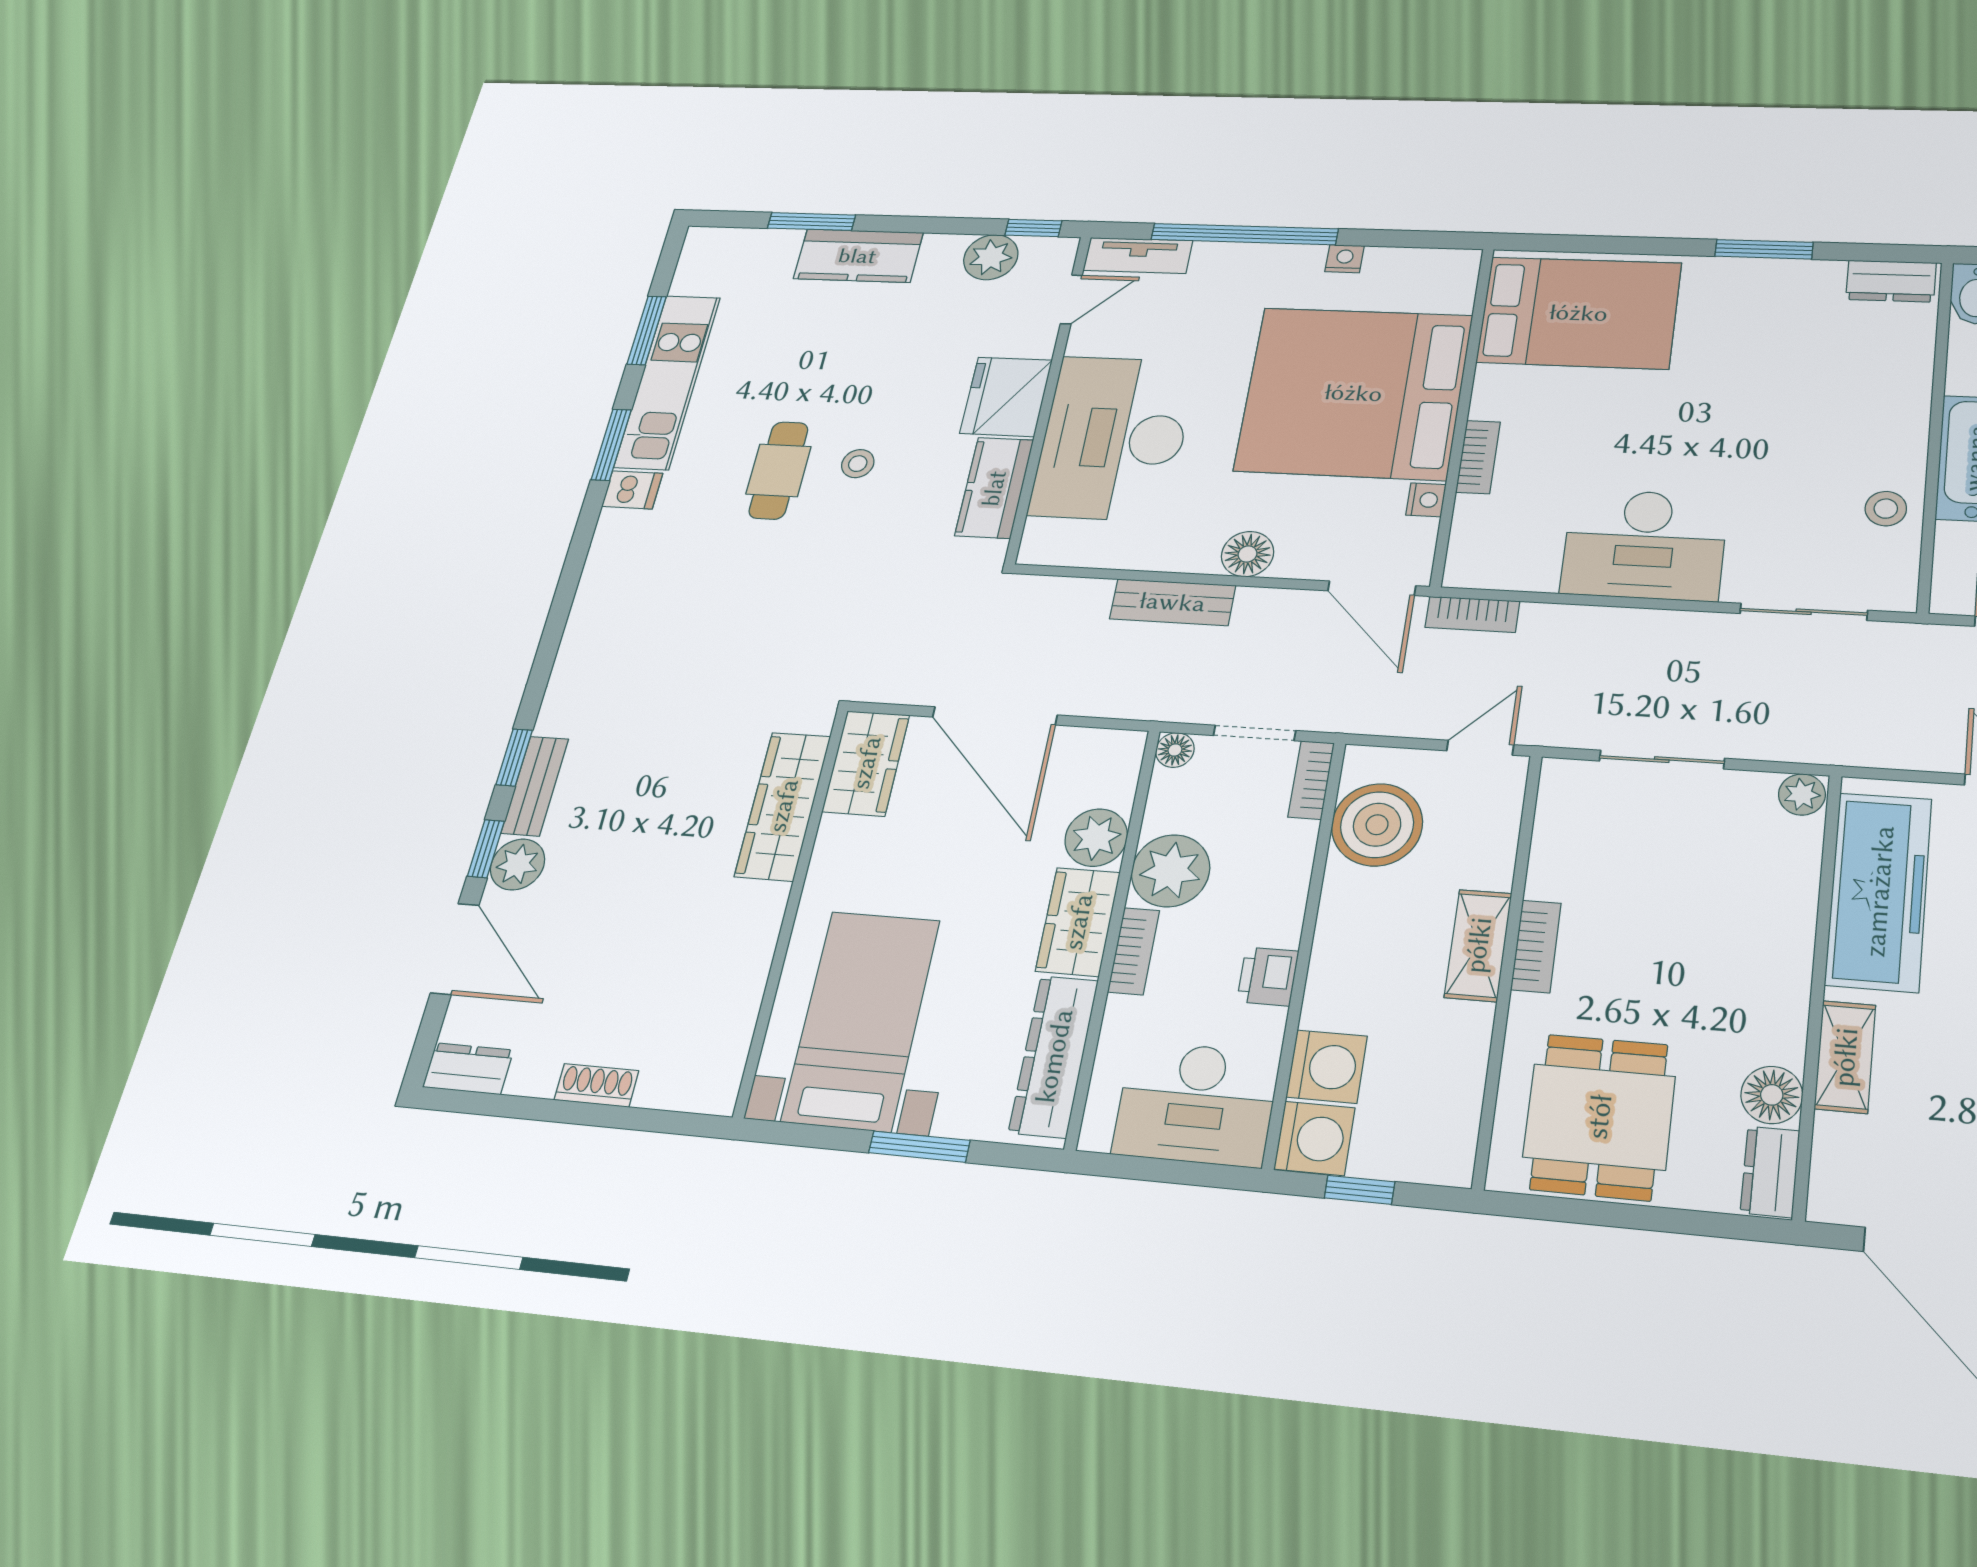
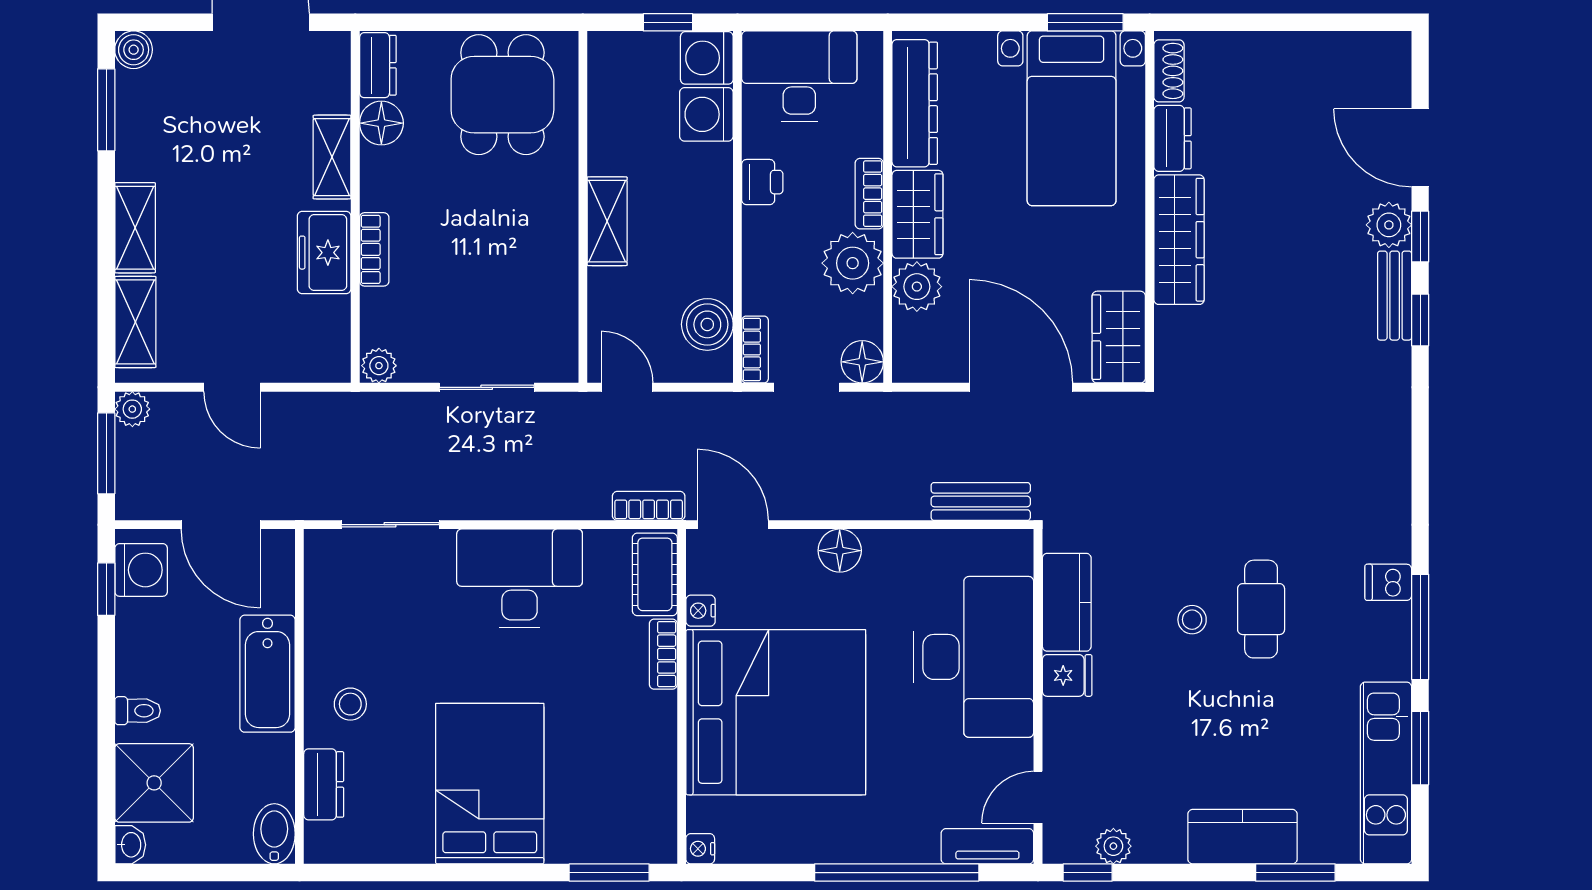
window: (1764, 249) -> (609, 873), moved
plant: (991, 257) -> (1113, 846), width x0.73, depth x0.73
nightstand: (1345, 259) -> (700, 849), moved, turned 90
dresser: (1891, 281) -> (324, 784), moved, turned 90
bed: (1579, 313) -> (490, 784), moved, turned 90
kitchen unit: (668, 382) -> (1386, 773), moved
fridge: (1006, 397) -> (1067, 675), width x0.53, depth x0.75
window: (611, 445) -> (1420, 627), width x1.44
stool: (1886, 509) -> (350, 704), moved
cot: (1476, 541) -> (655, 574), added
bench: (1173, 602) -> (981, 501), moved
door: (1480, 748) -> (627, 387), swing flipped
floor lamp: (1175, 750) -> (862, 362), width x1.37, depth x1.37
wardrobe: (783, 806) -> (1179, 240), moved
boiler: (1377, 825) -> (707, 324), width x0.73, depth x0.73
freezer: (1879, 891) -> (324, 253), width x0.52, depth x0.79
bookcase: (1536, 946) -> (374, 249), moved, turned 180
dresser: (468, 1069) -> (1173, 138), moved, turned -90
shoe rack: (596, 1085) -> (1169, 71), moved, turned -90
window: (919, 1147) -> (1085, 22), moved

